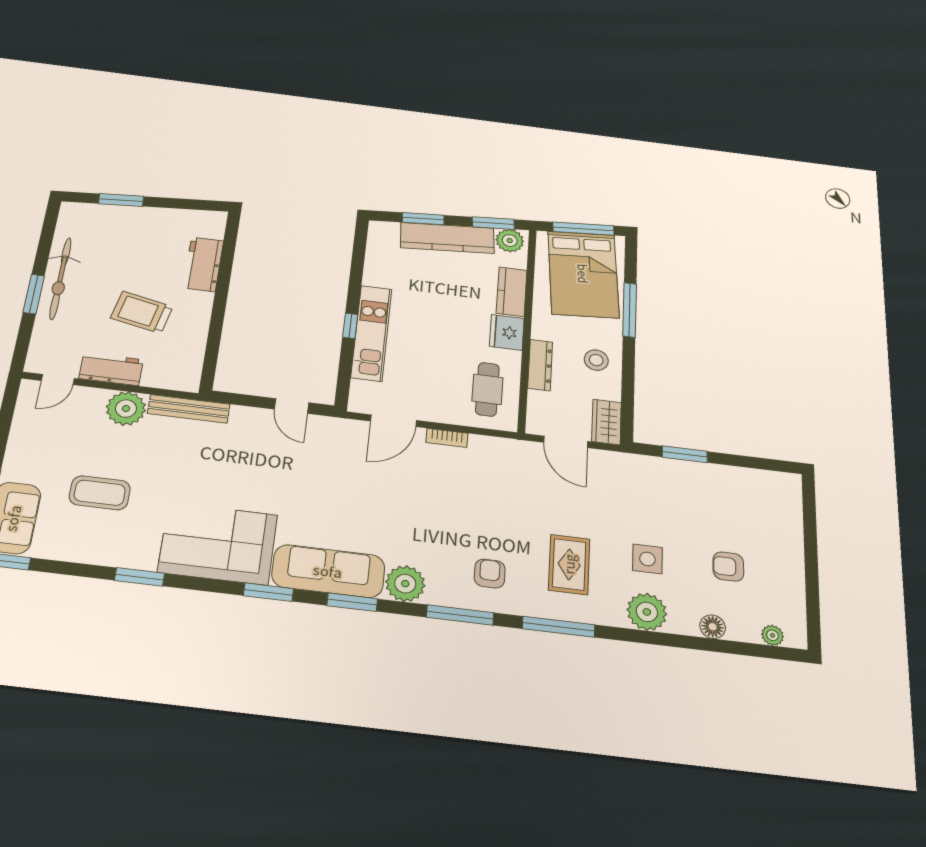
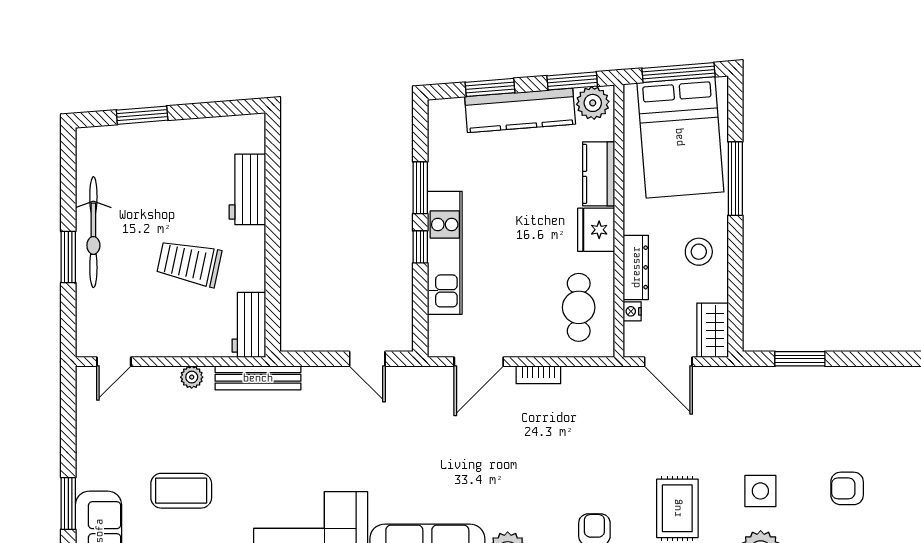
window: (355, 282) -> (420, 188), added
workbench: (111, 369) -> (249, 325), moved, turned -90
nightstand: (535, 398) -> (632, 311), added
plant: (126, 409) -> (192, 377), width x0.53, depth x0.53

